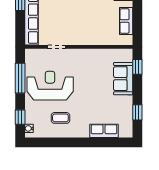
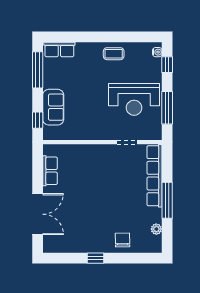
window: (137, 112) -> (38, 70), width x2.17
coffee table: (60, 118) -> (114, 54), moved
row of seats: (104, 131) -> (59, 49), moved

